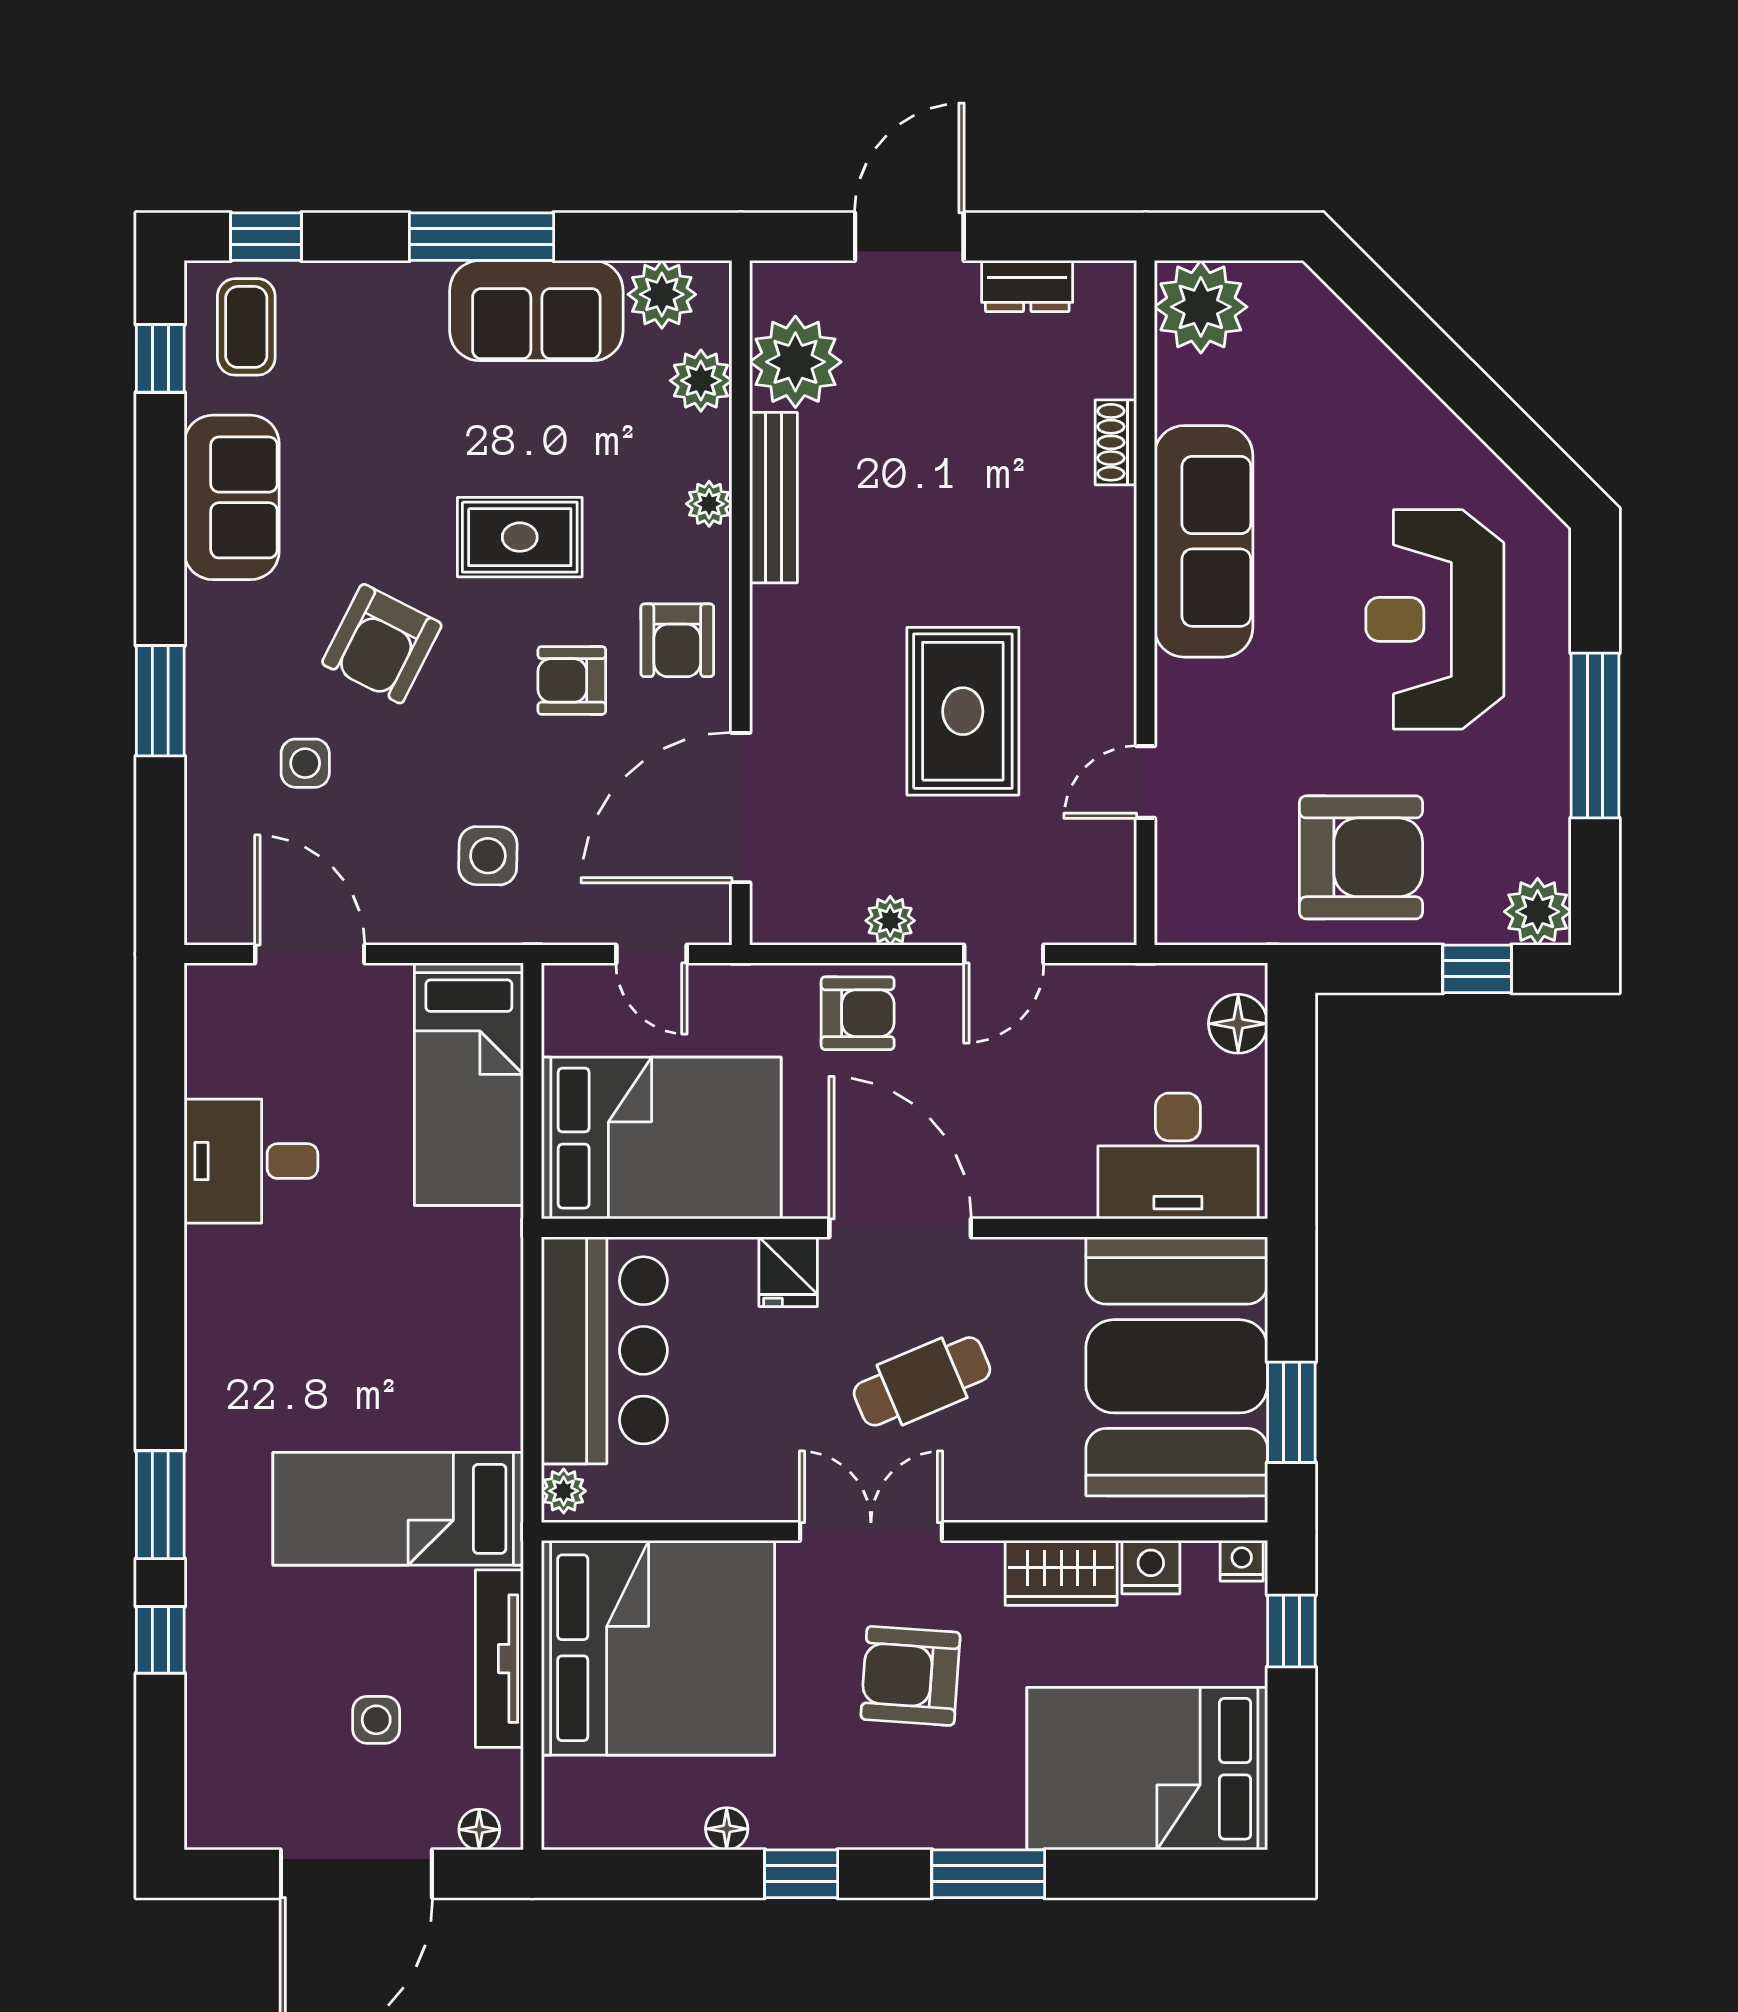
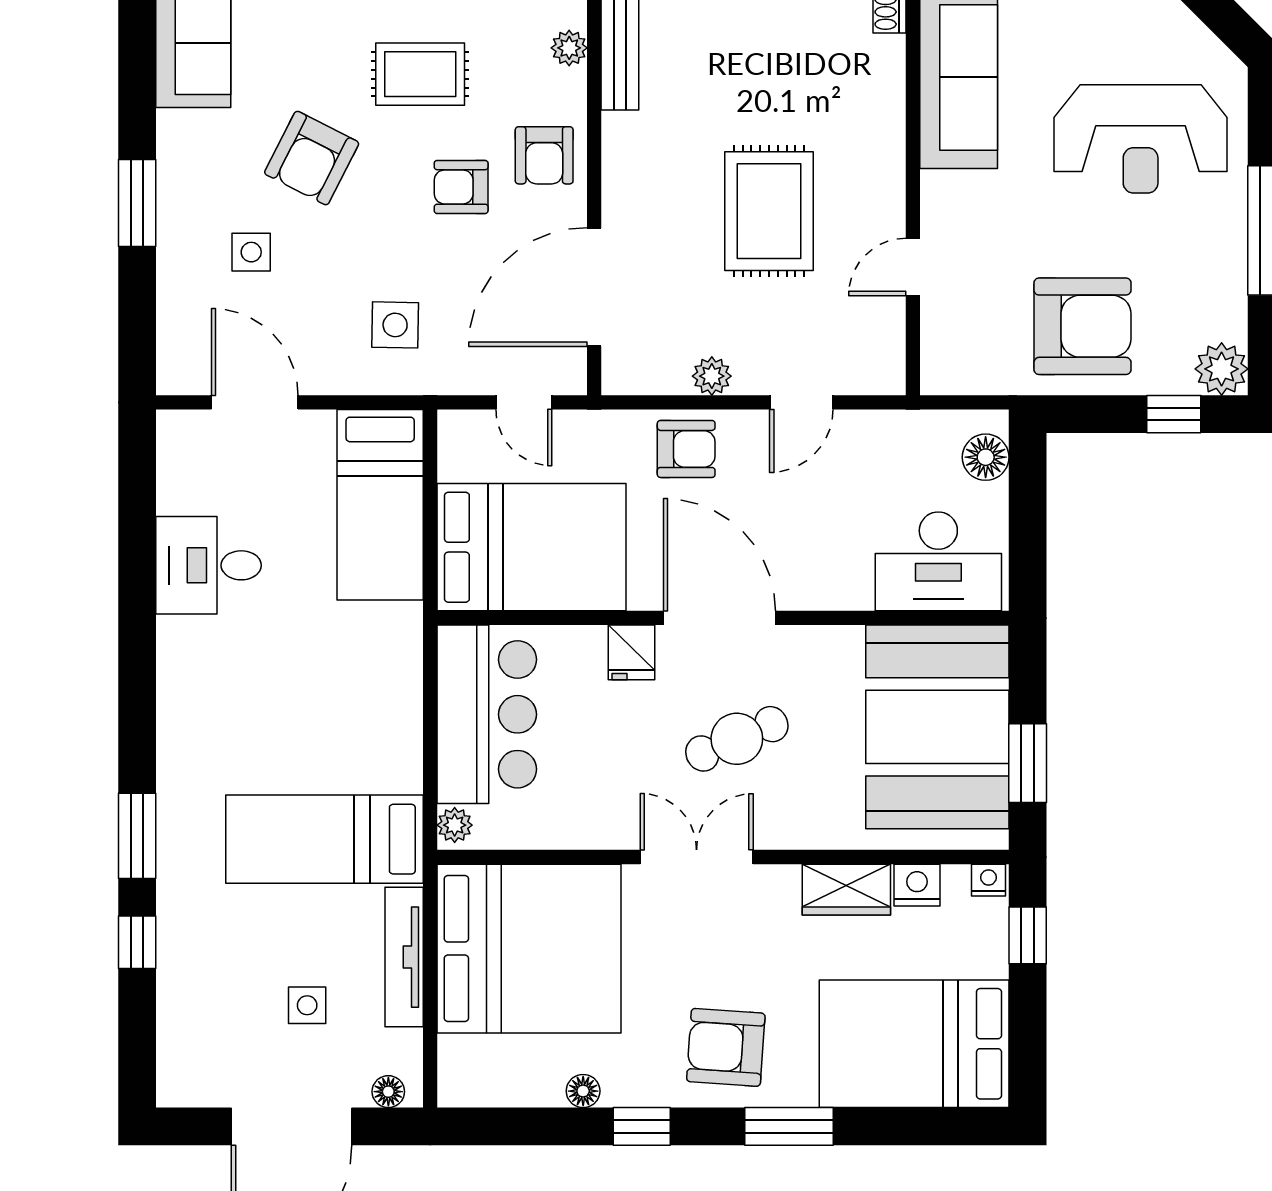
reception desk: (1435, 619) -> (1141, 139), turned -90
armchair: (911, 1676) -> (726, 1047), moved

